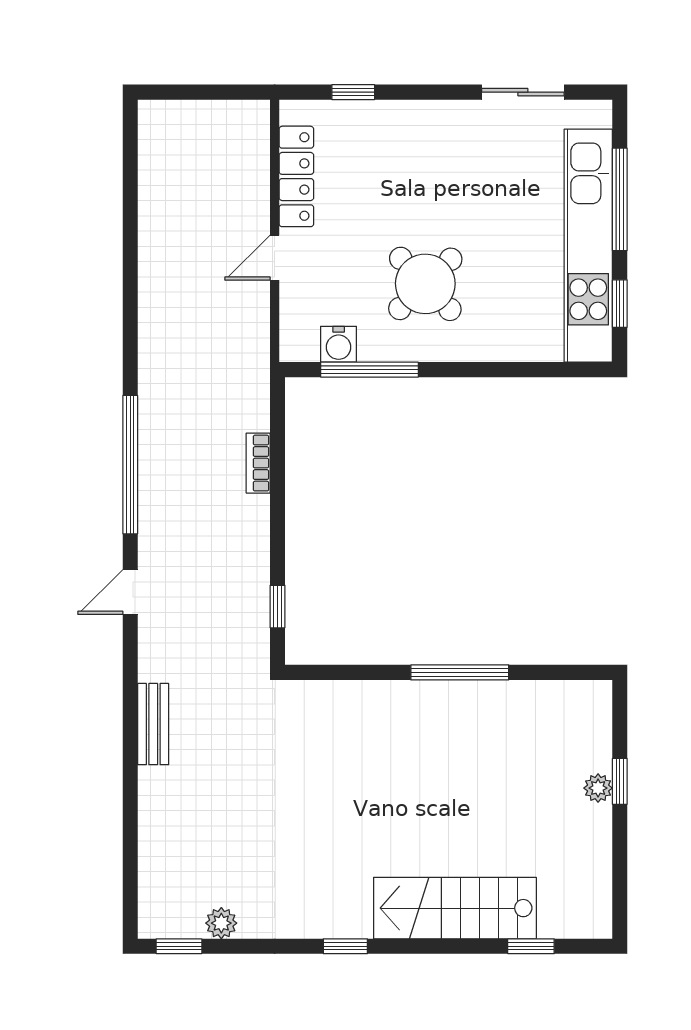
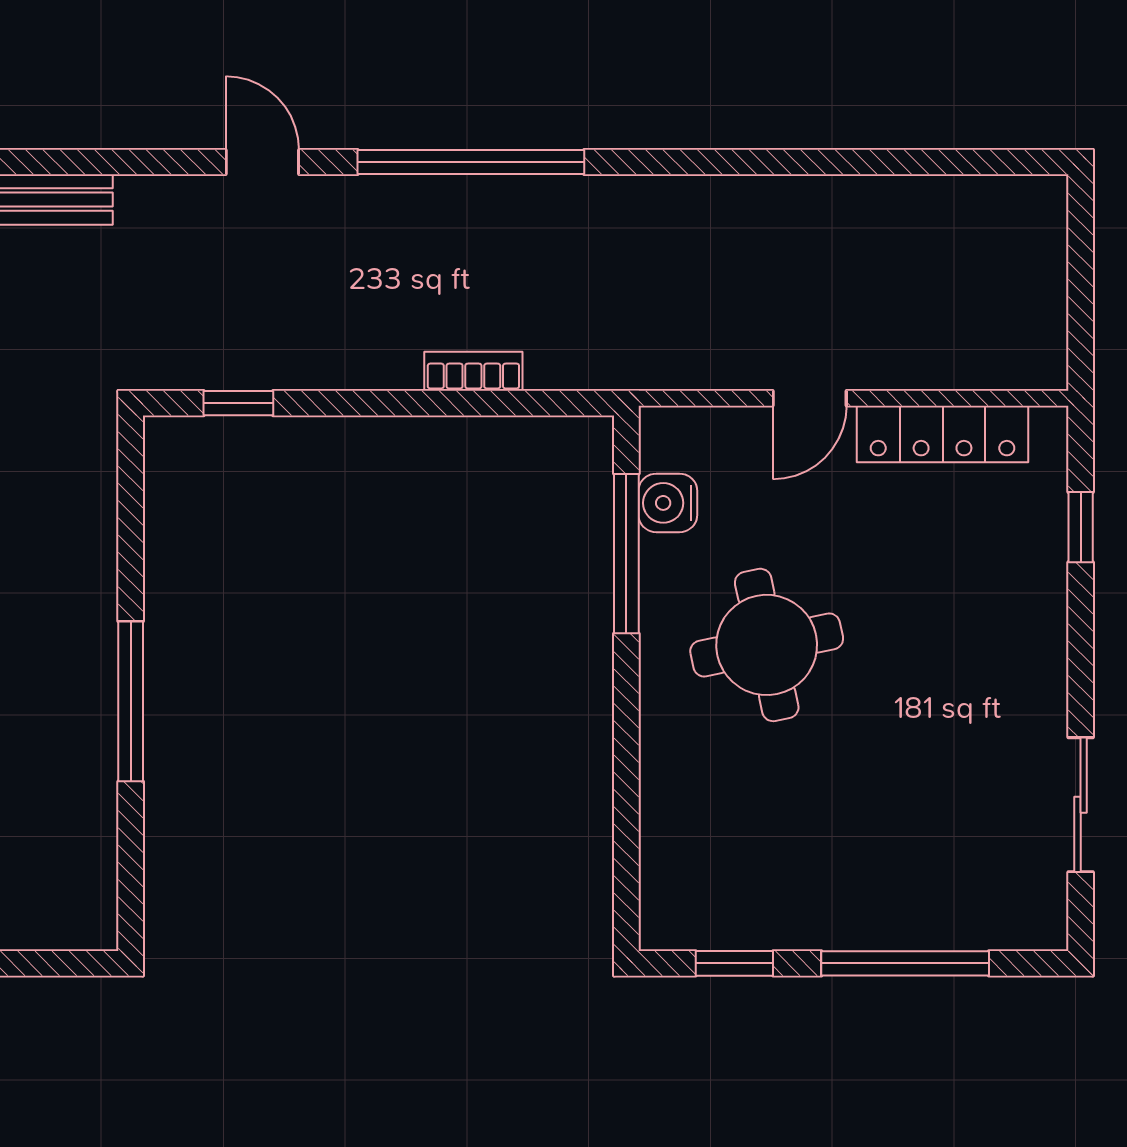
kitchen unit: (588, 246) -> (829, 912), removed
door: (275, 258) -> (810, 398), swing flipped
round table: (425, 284) -> (767, 645), turned 32

